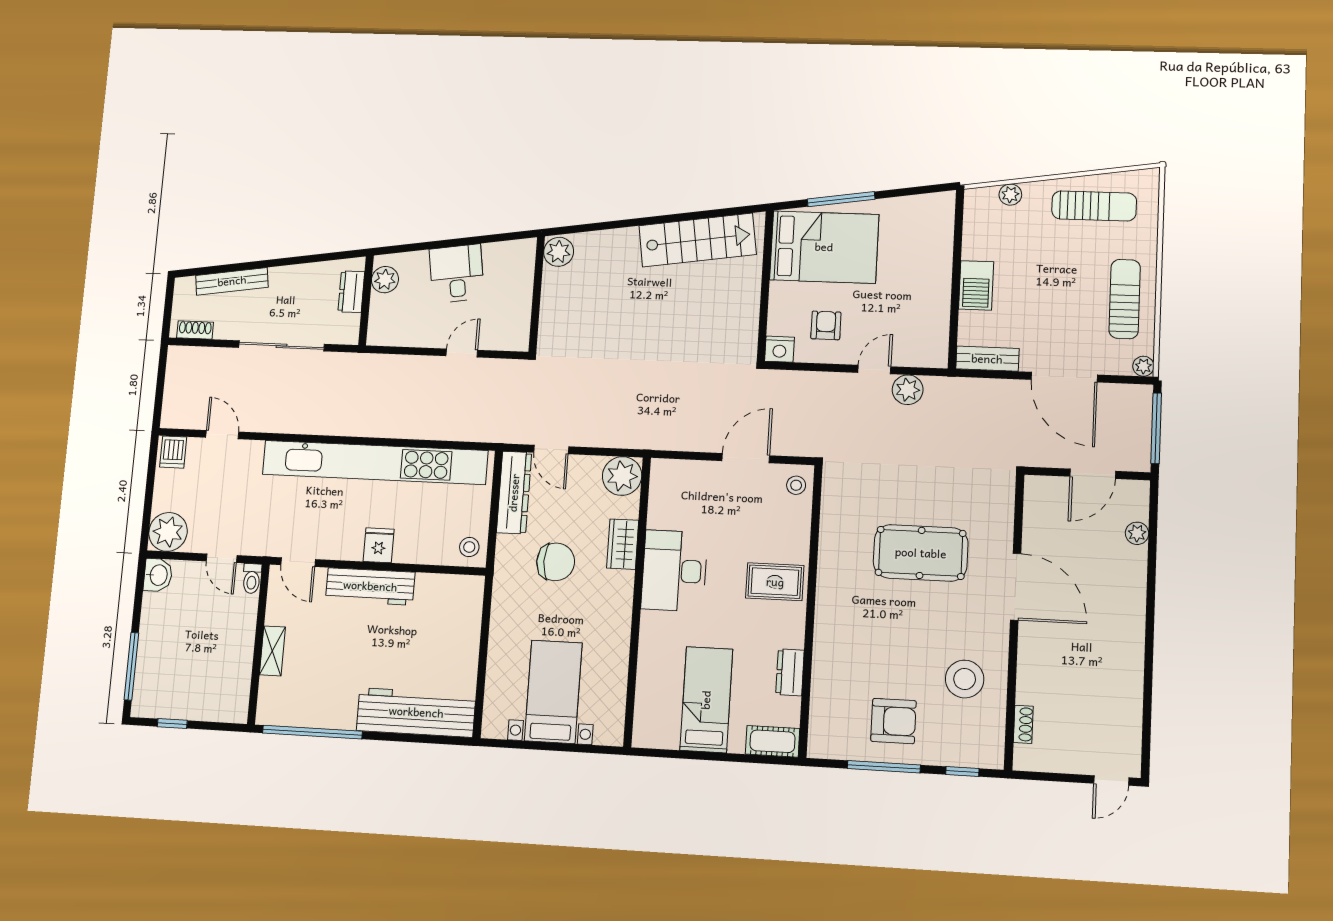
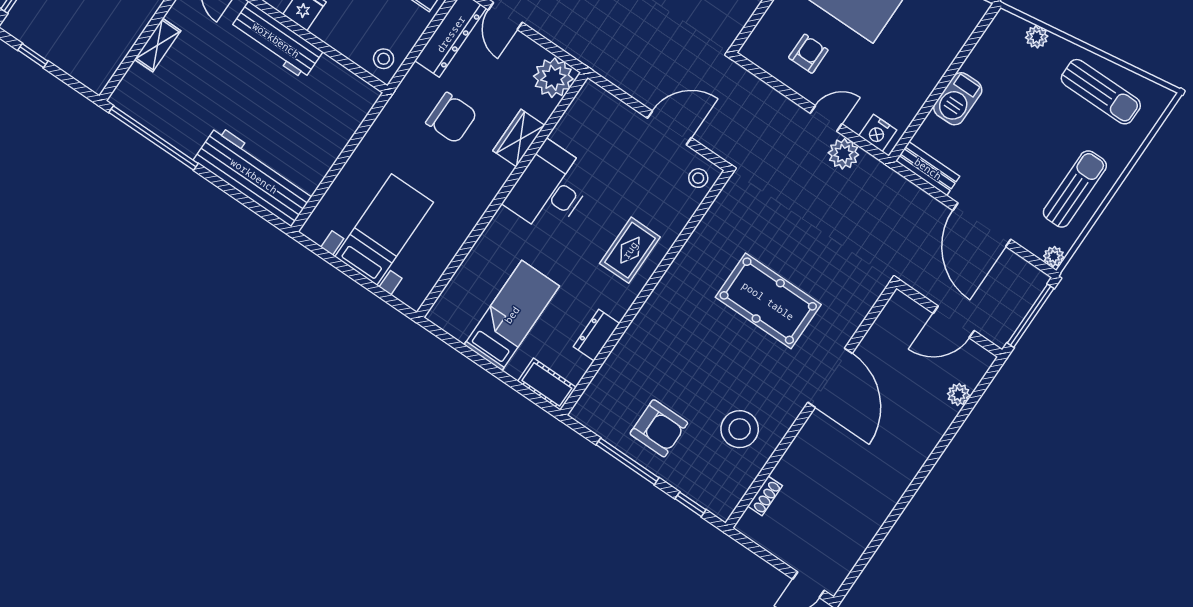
nightstand: (780, 349) -> (878, 133), moved
rug: (775, 582) -> (630, 250), turned 90

